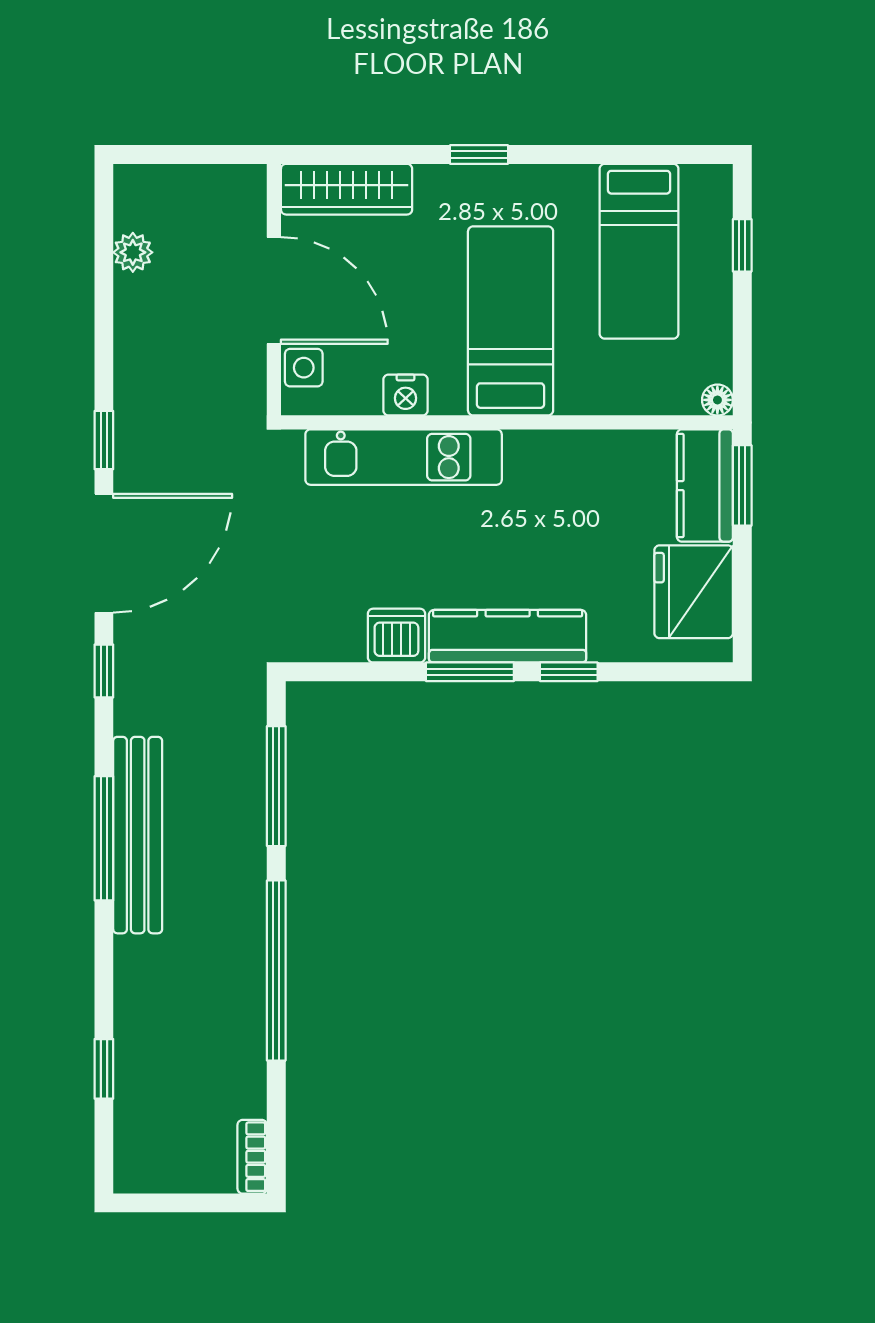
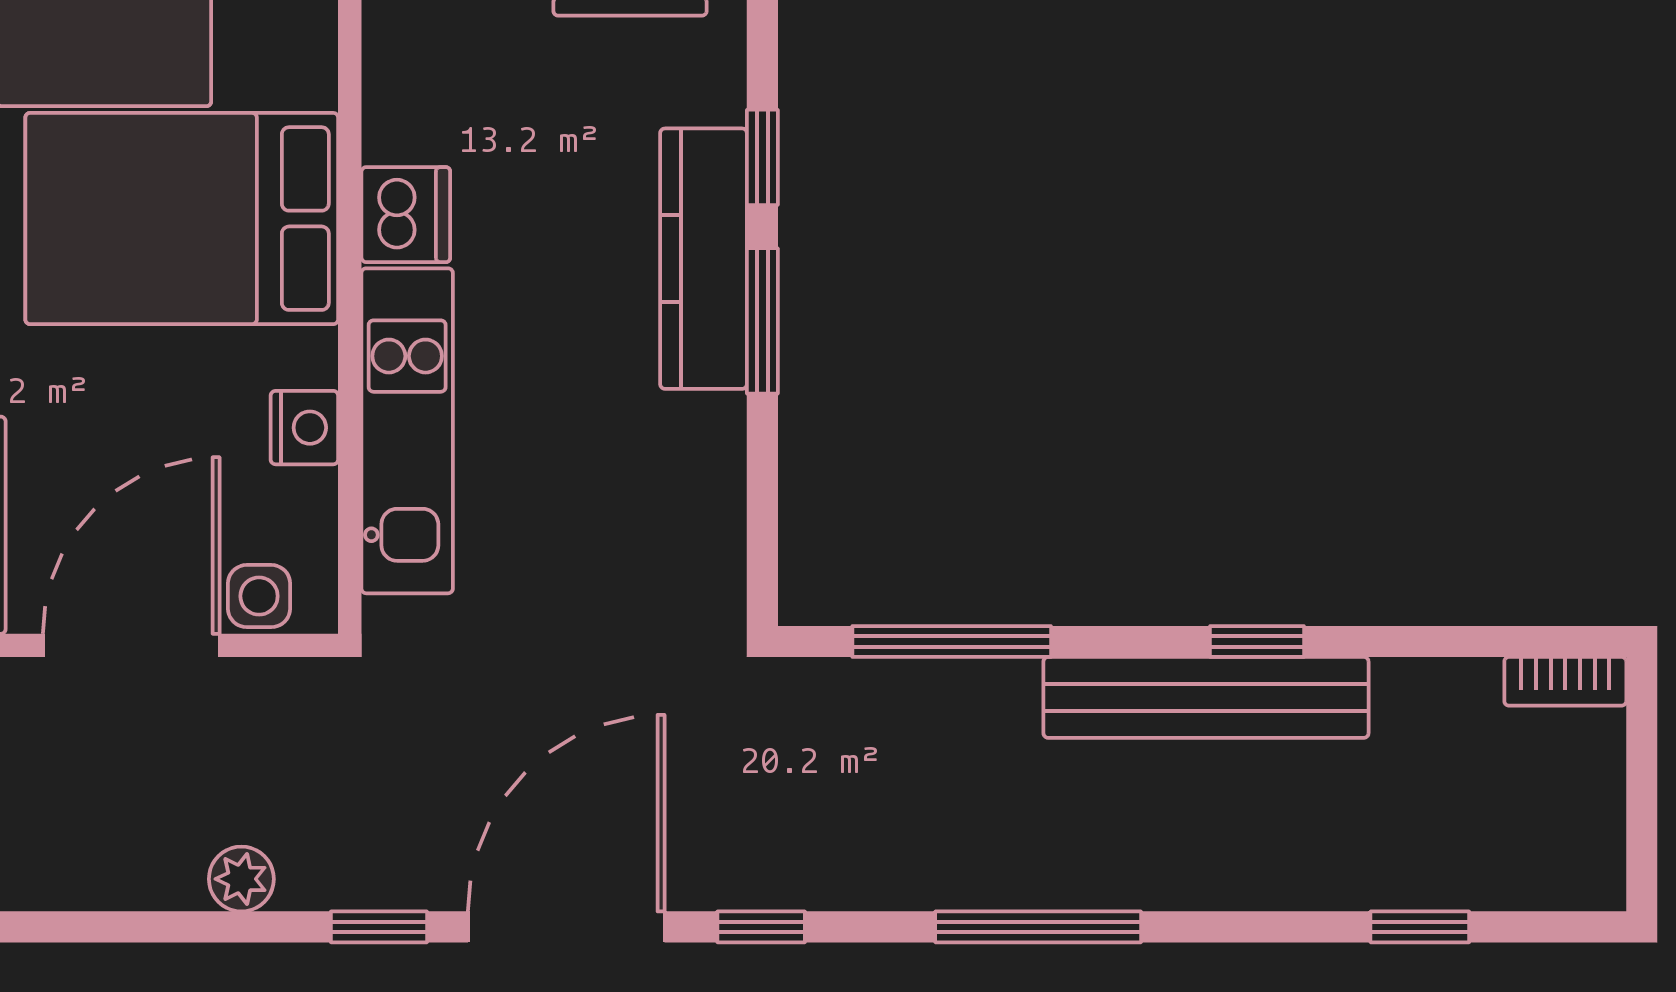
plant: (133, 252) -> (241, 879), moved
bed: (511, 321) -> (182, 219), width x1.50
door: (104, 553) -> (566, 927), hinge flipped
dishwasher: (396, 636) -> (406, 215), moved, turned 180
bench: (138, 835) -> (1206, 697), moved
window: (276, 971) -> (1257, 641), width x0.32

